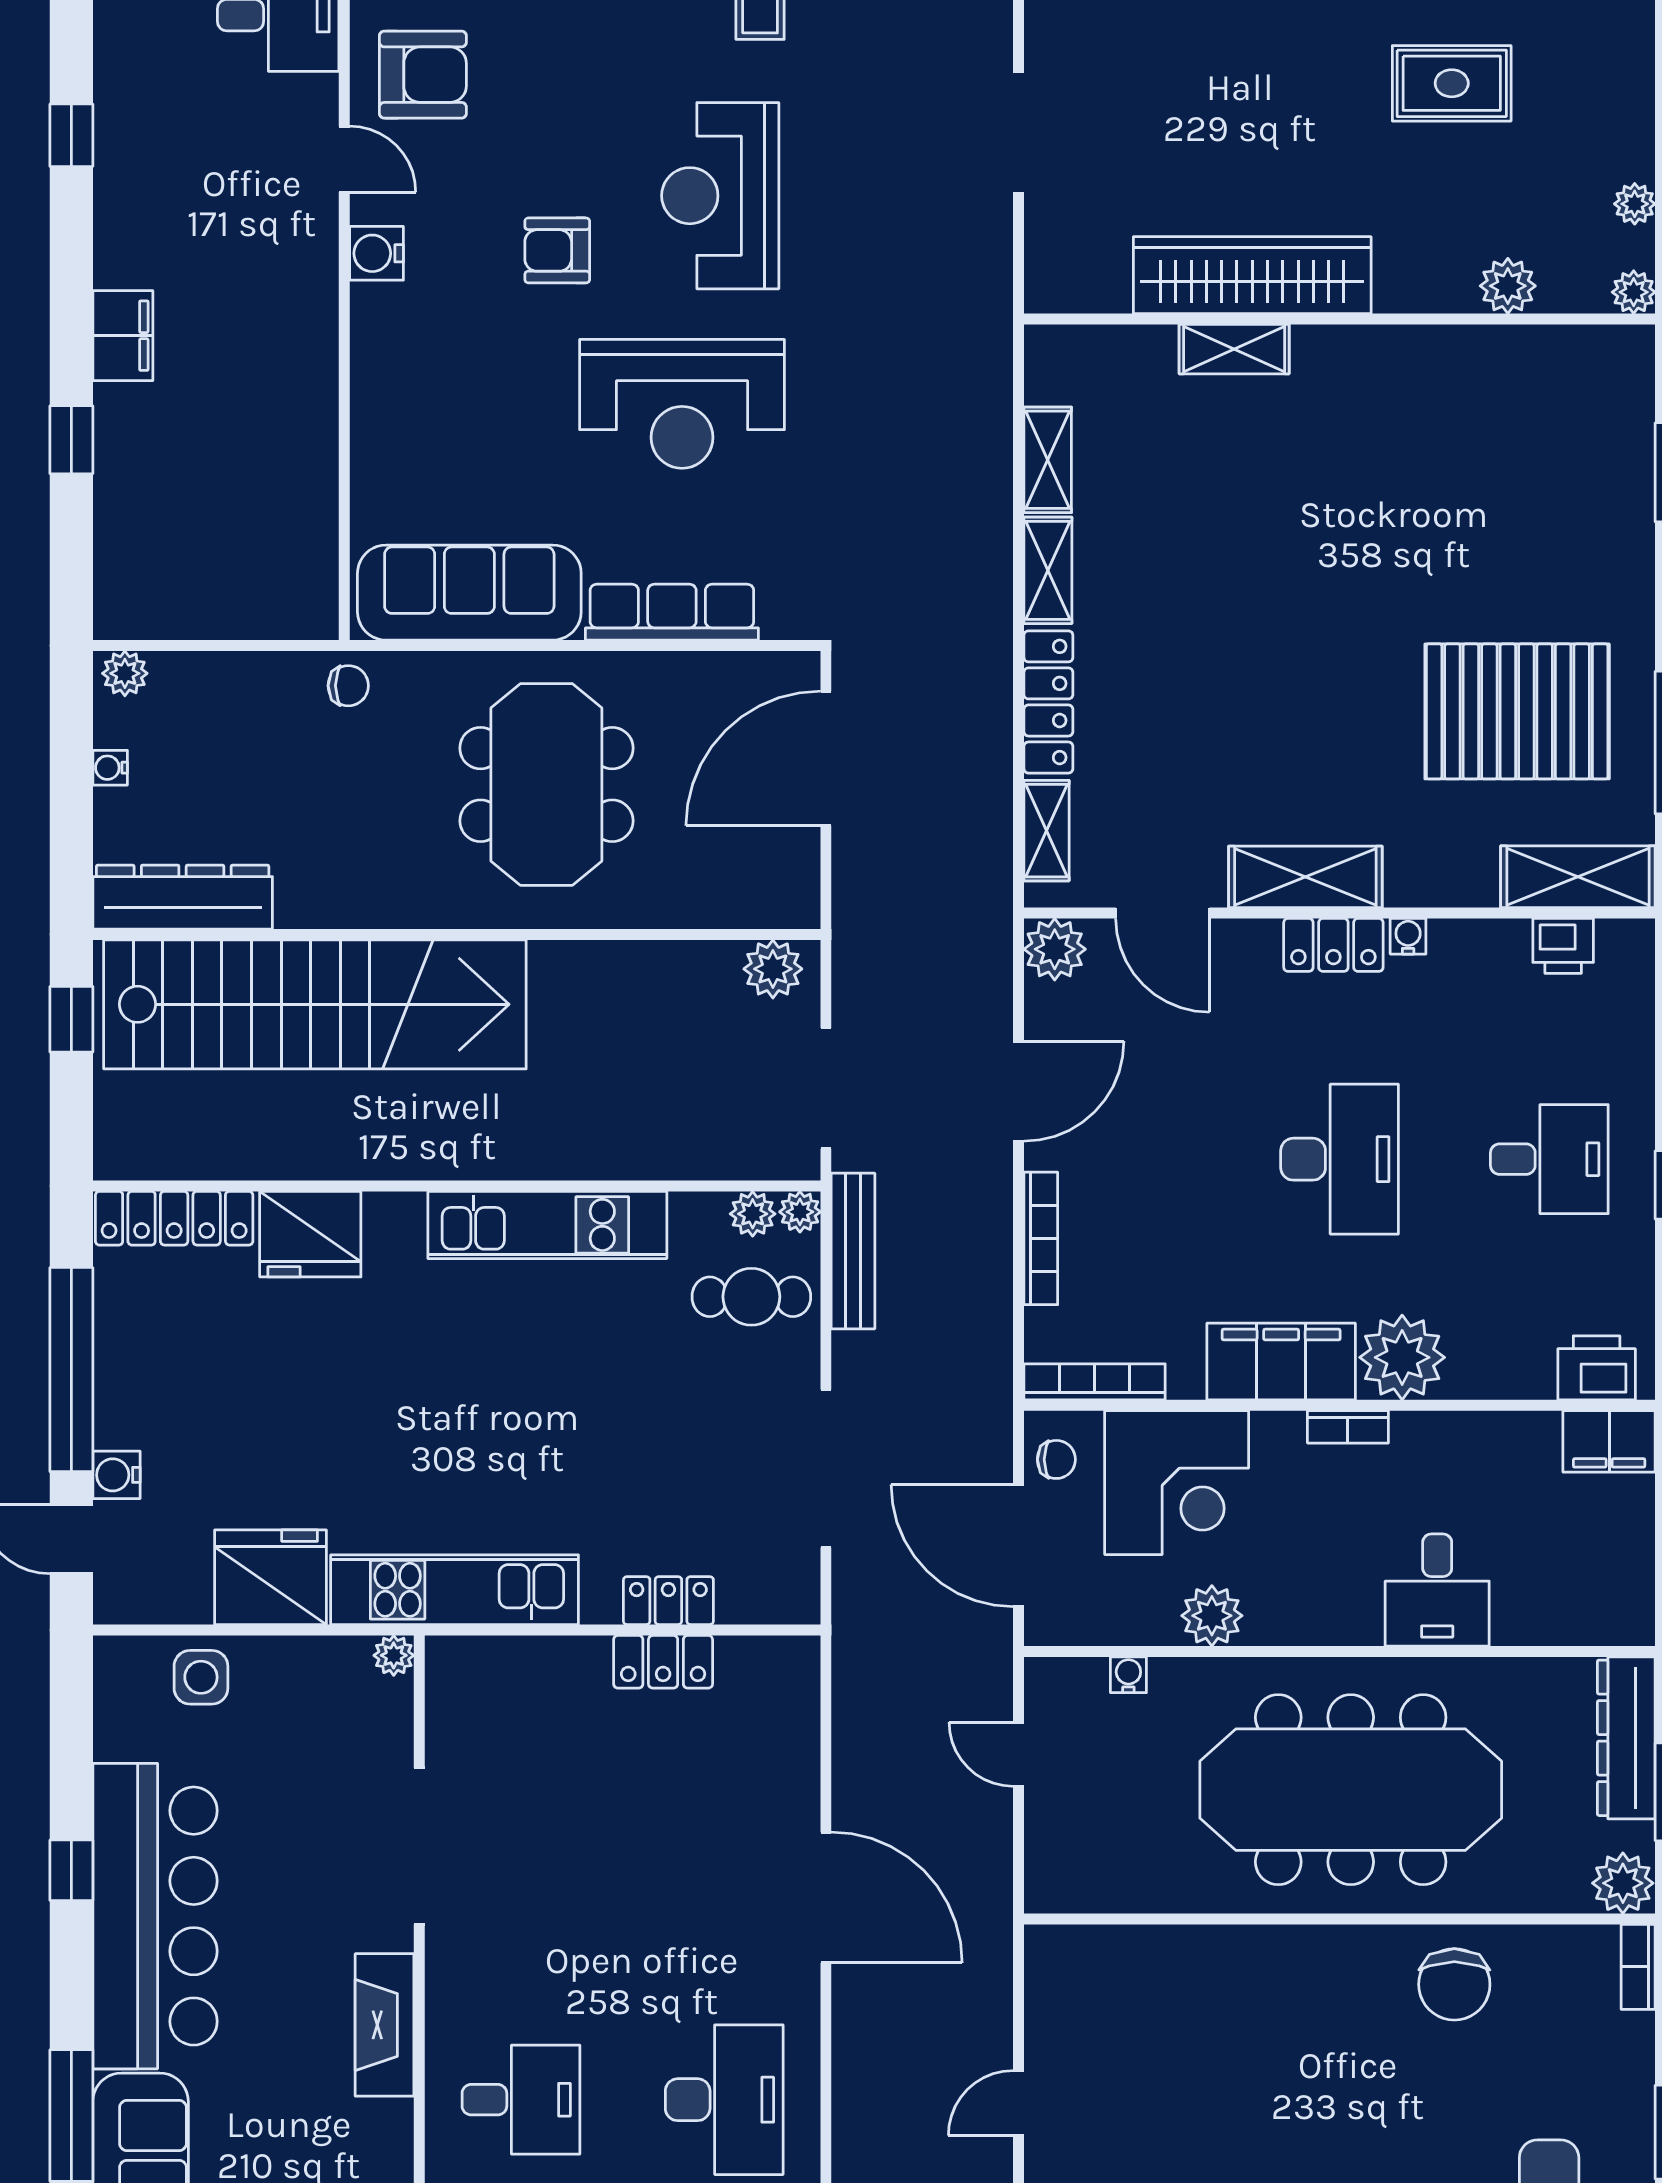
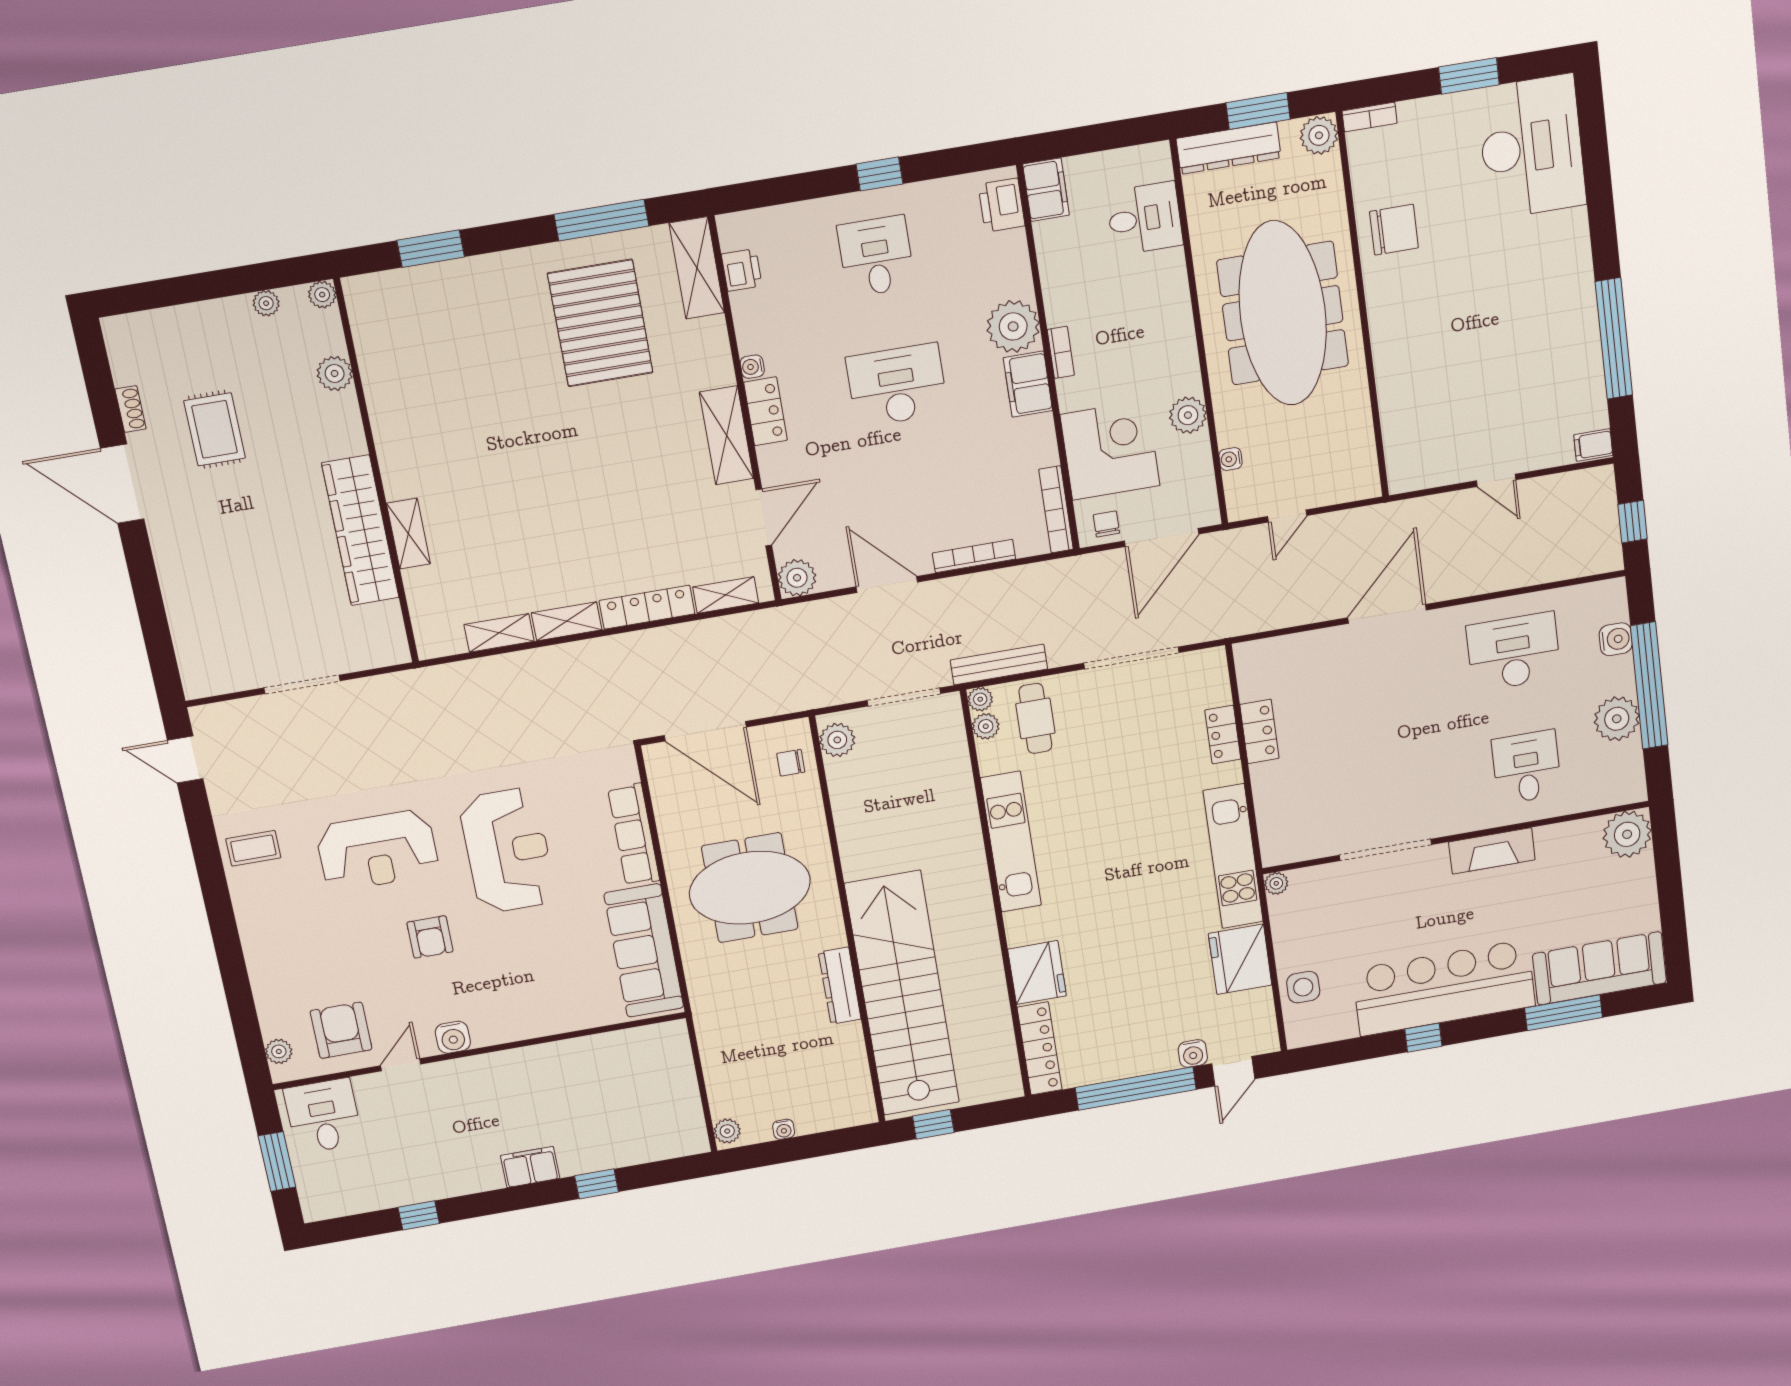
chair: (348, 686) -> (791, 763), moved, turned -90
dresser: (183, 897) -> (840, 986), moved, width x0.73, depth x0.80
filing cabinet: (1281, 1361) -> (1028, 384), width x0.67, depth x0.86
desk: (1437, 1590) -> (1145, 218), moved

